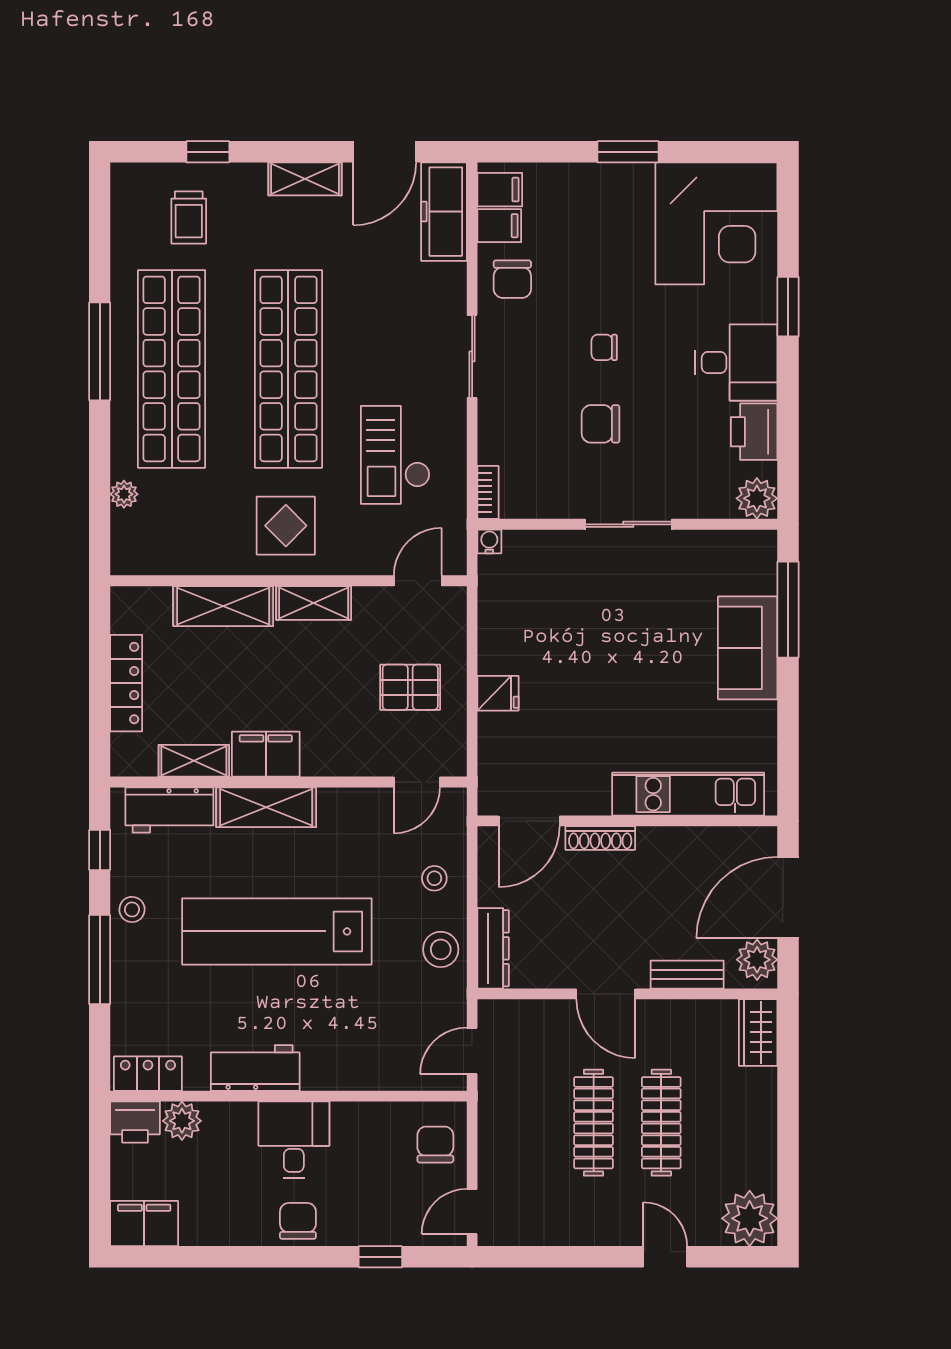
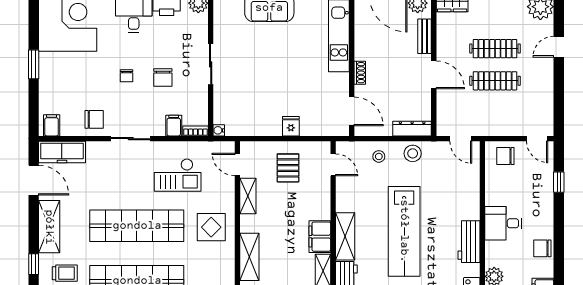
shelving: (305, 179) -> (49, 227), width x1.50, depth x1.33
filing cabinet: (499, 226) -> (174, 126), moved
shelving: (314, 603) -> (248, 196), moved
shoe rack: (600, 838) -> (360, 73), width x0.70
door: (606, 994) -> (434, 75), hinge flipped
chair: (298, 1221) -> (542, 248), moved

